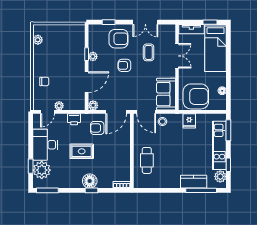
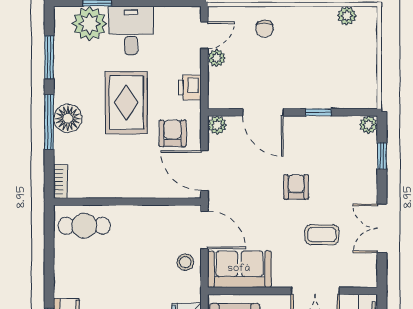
armchair: (118, 39) -> (349, 175), removed
plant: (93, 56) -> (368, 125), moved
door: (48, 112) -> (204, 35), swing flipped
door: (146, 112) -> (204, 230), swing flipped
desk: (45, 145) -> (131, 30), width x0.73
rug: (82, 151) -> (126, 103), width x1.36, depth x1.43
cafe table: (147, 160) -> (84, 226), moved
window: (47, 190) -> (49, 57), moved
window: (92, 190) -> (49, 122), width x2.17

